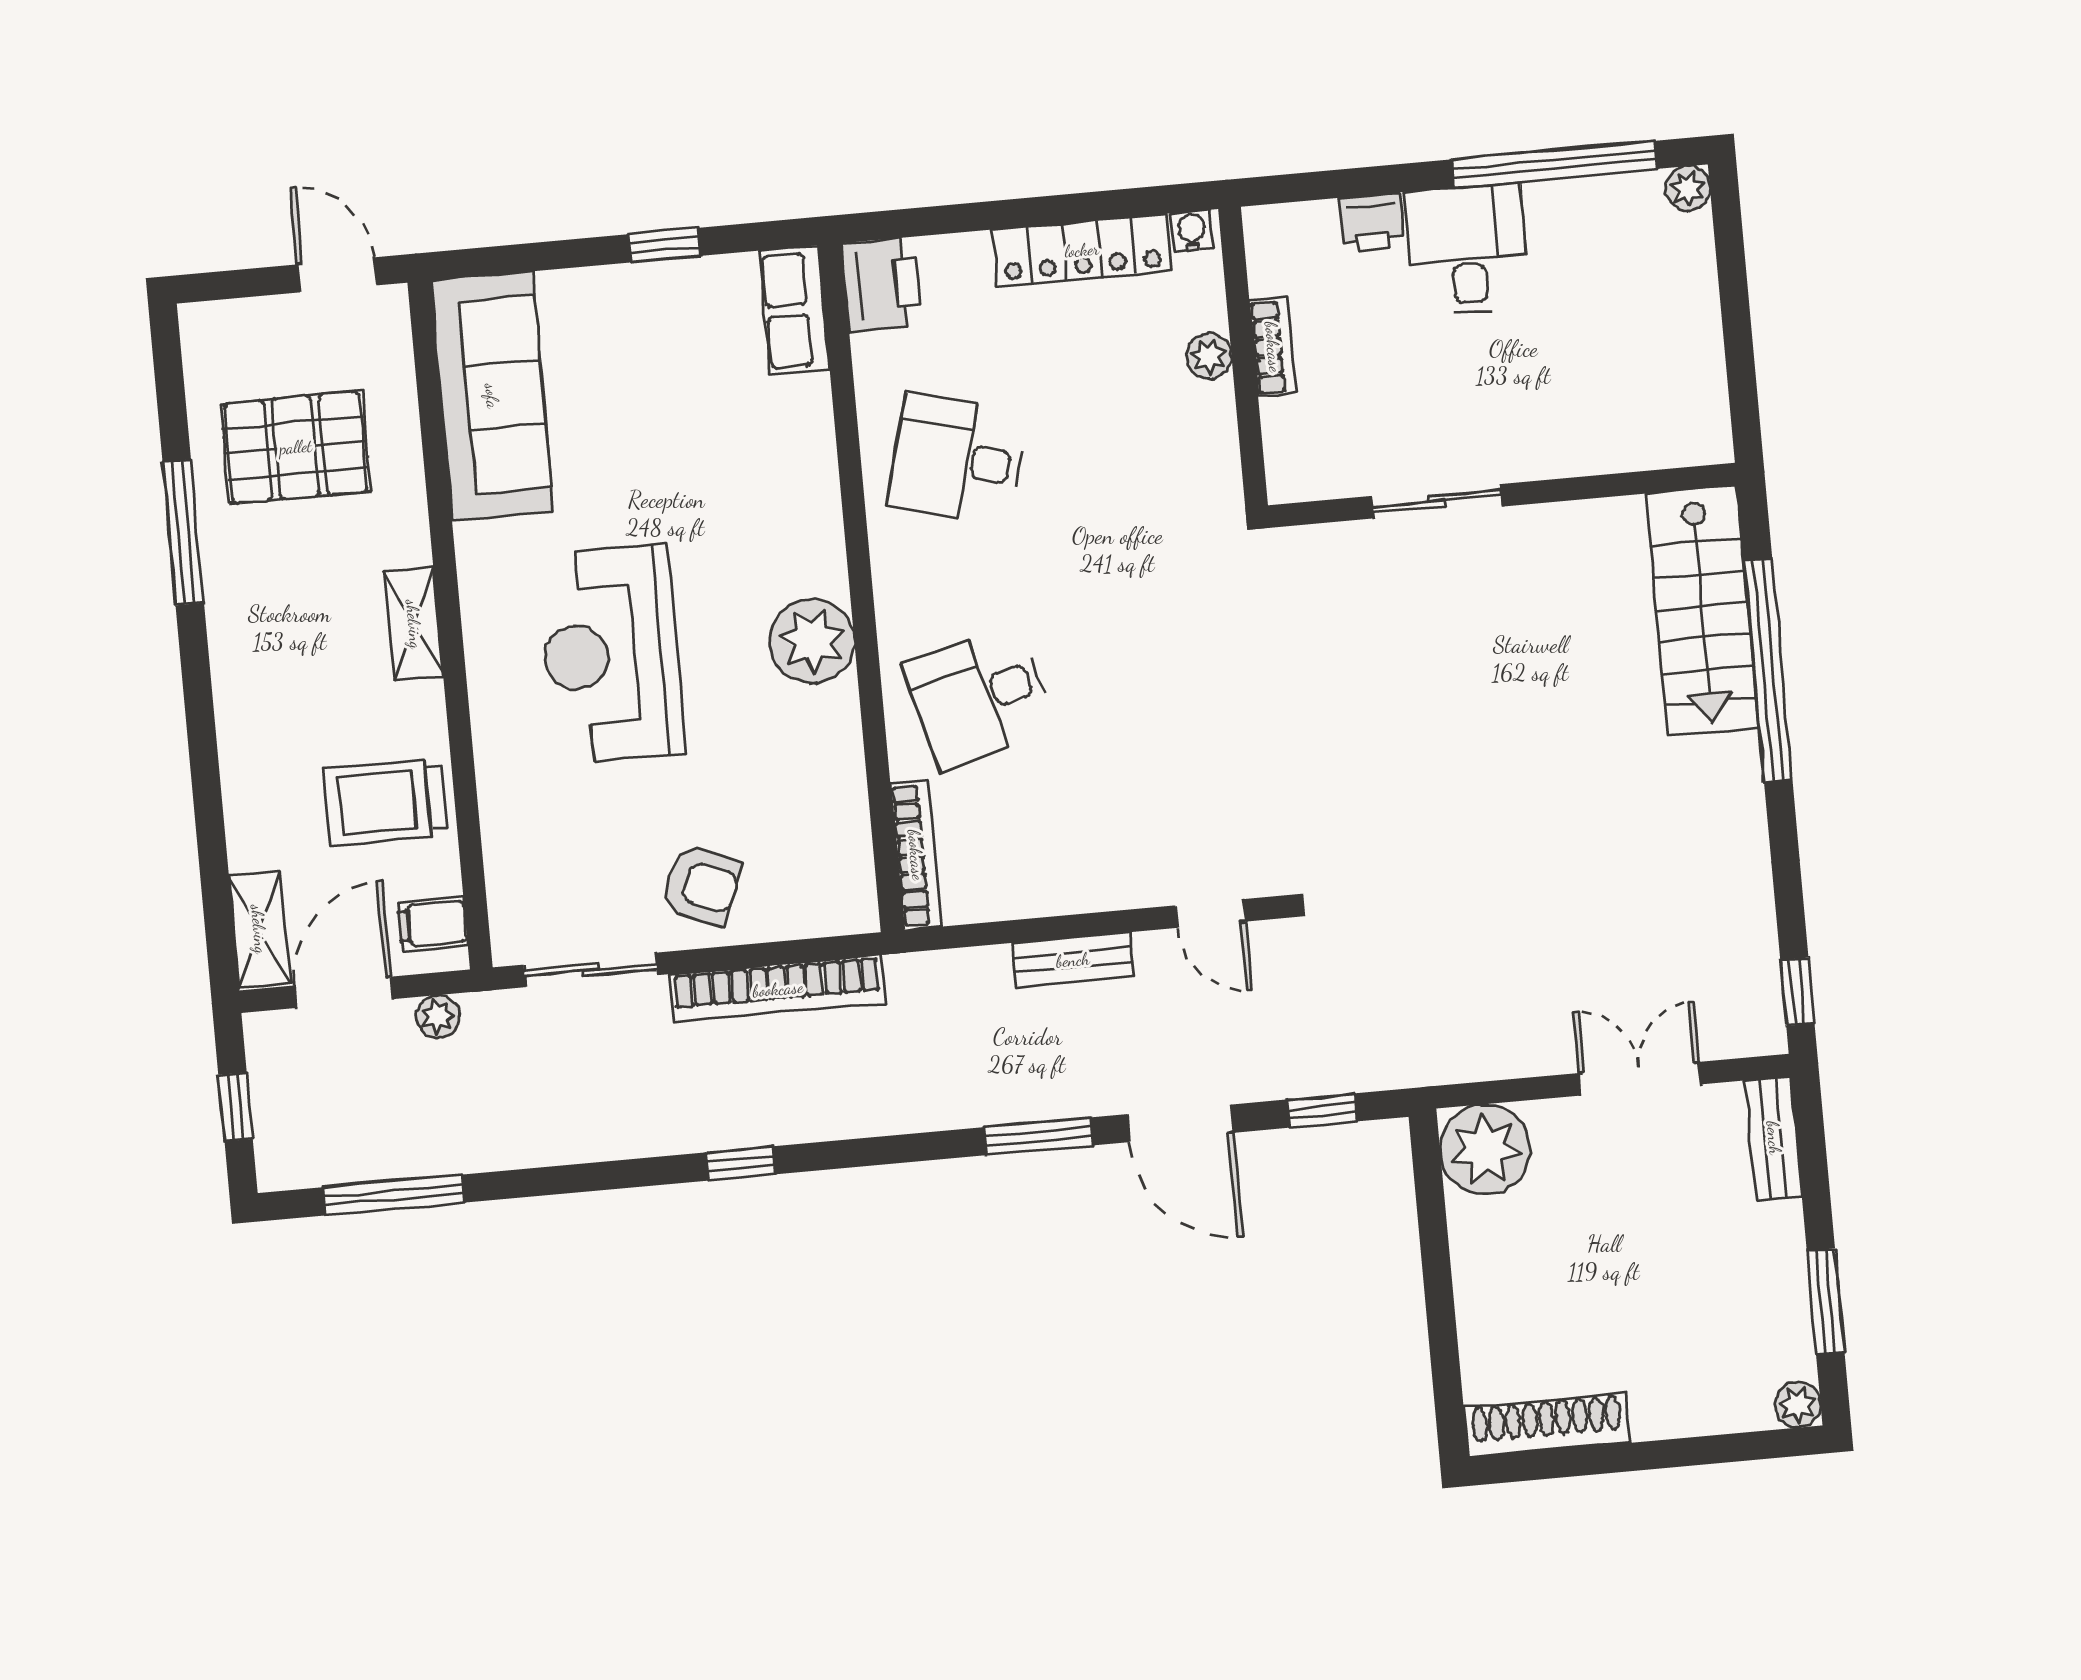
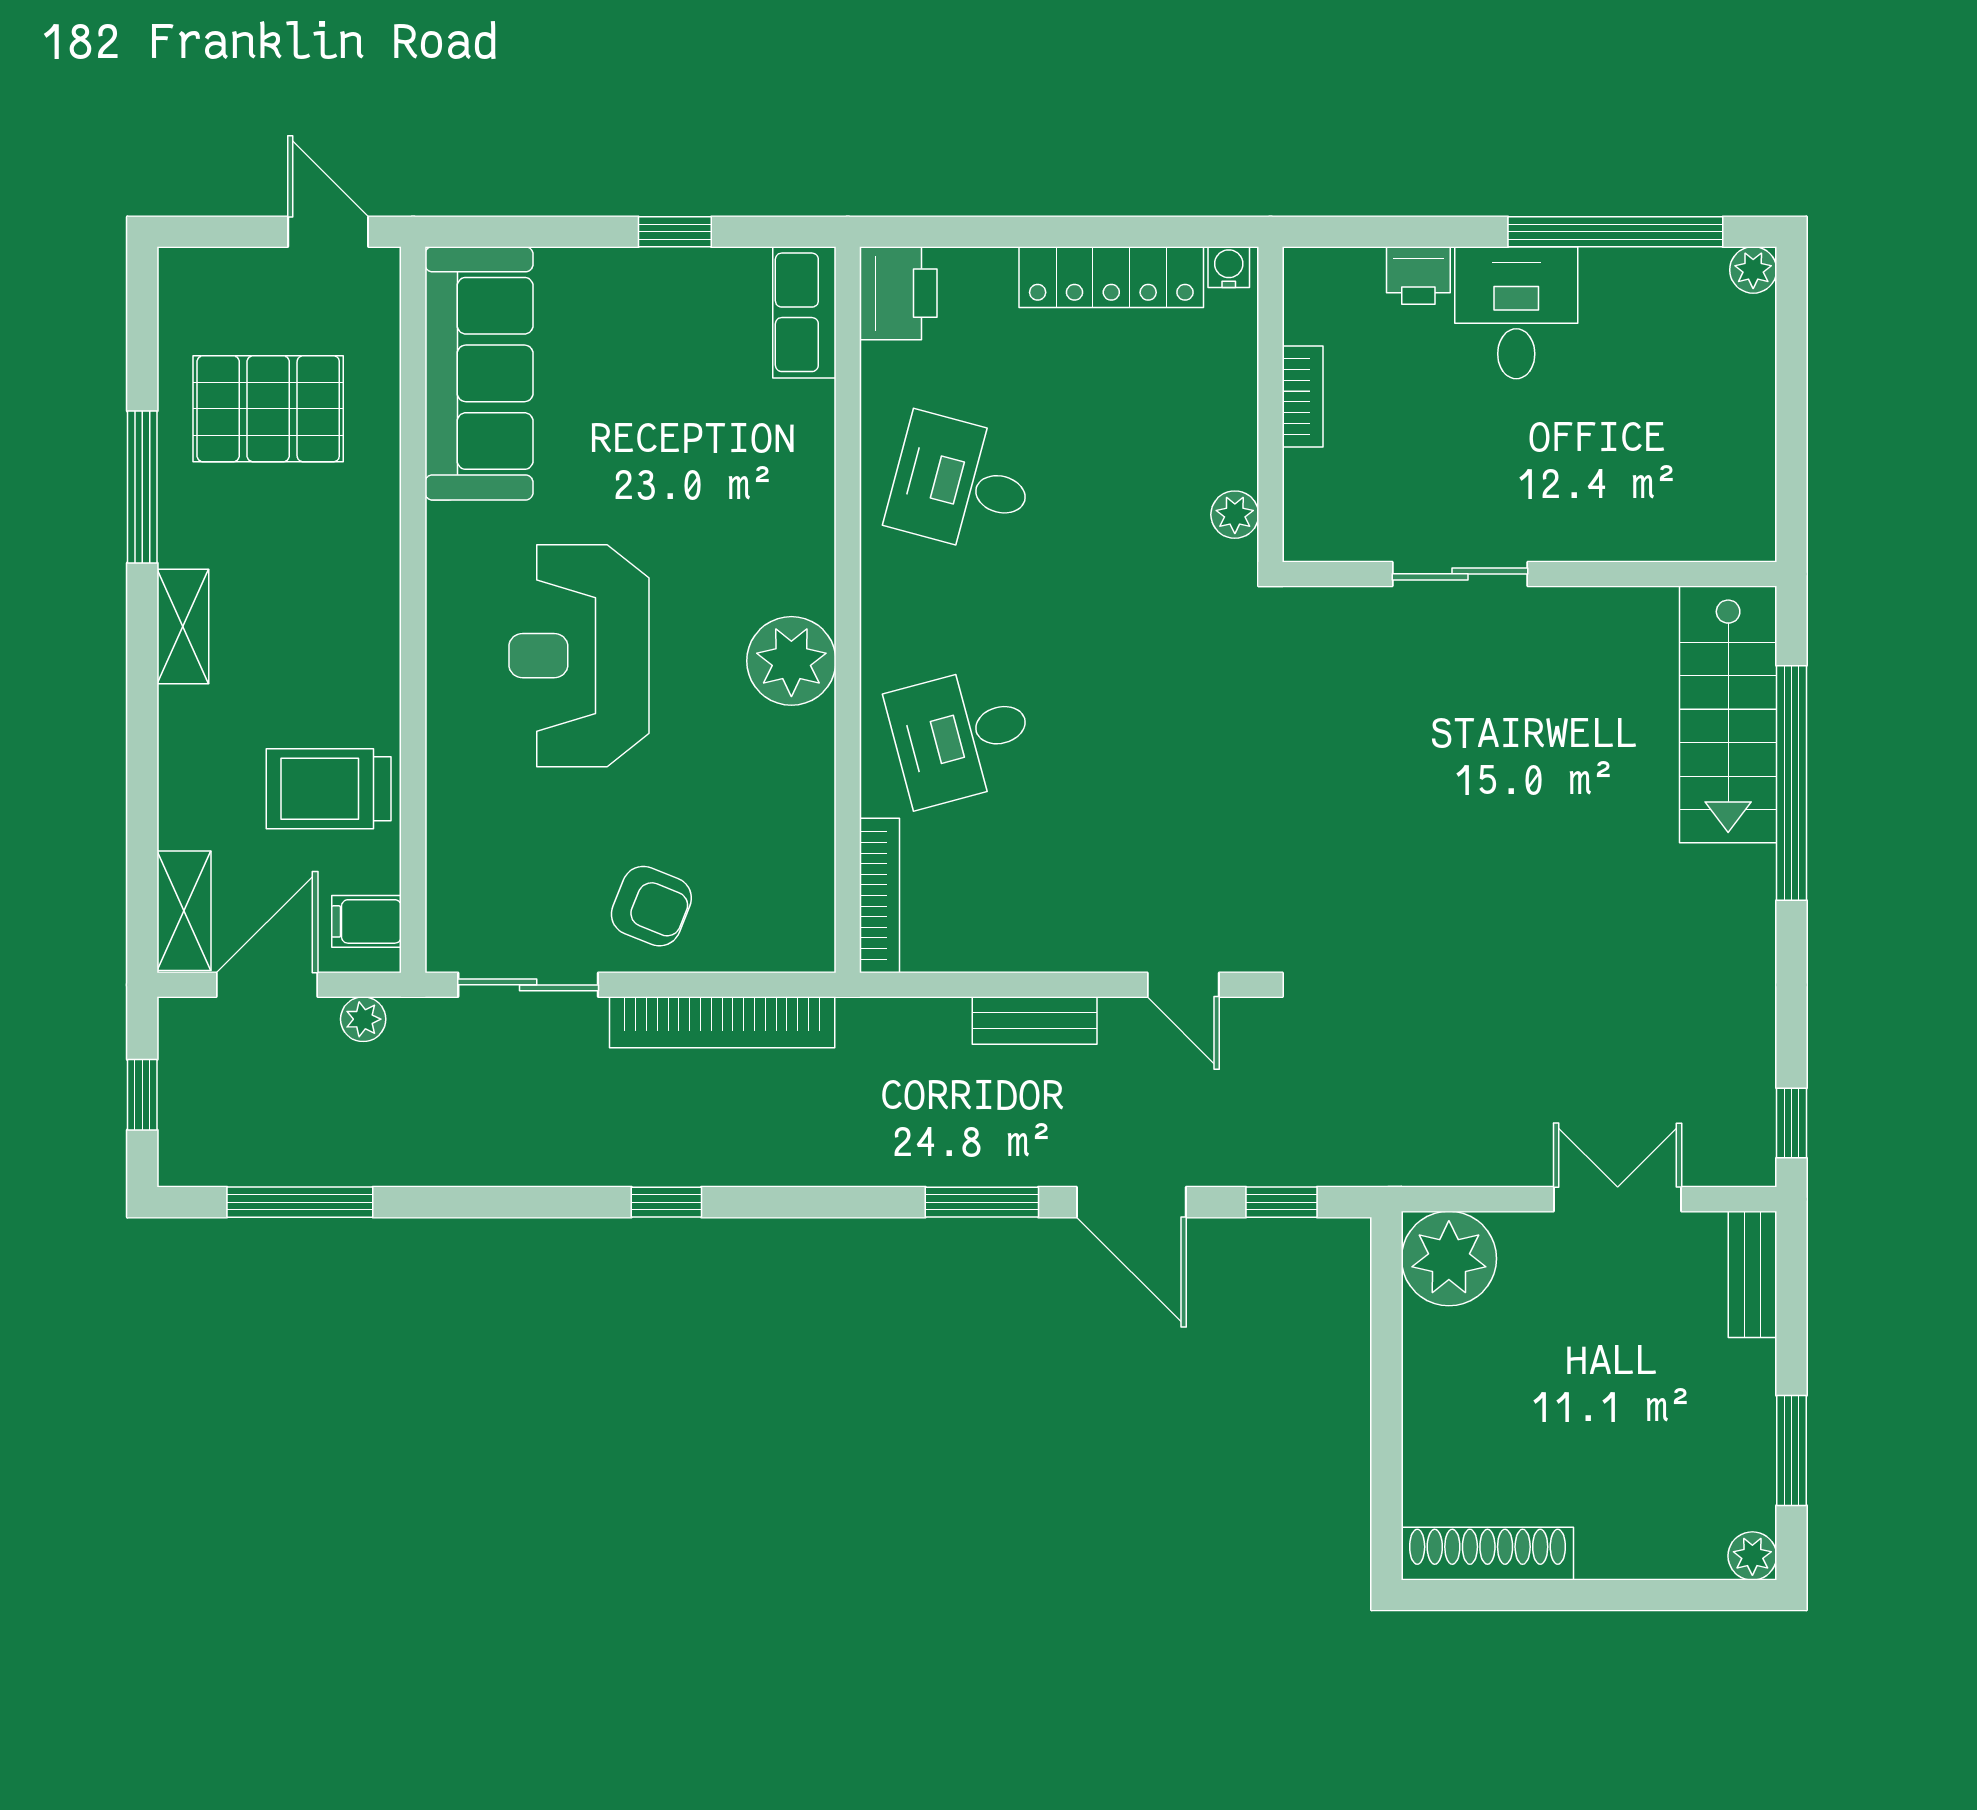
plant: (1209, 356) -> (1235, 515), moved
shelving: (414, 624) -> (183, 626), moved

